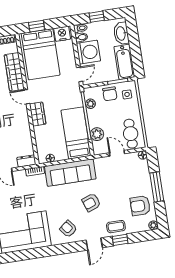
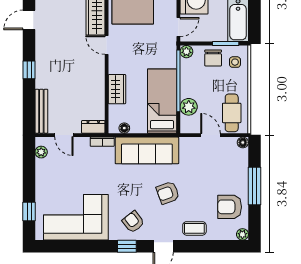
plant: (90, 104) -> (186, 52), moved
wardrobe: (38, 114) -> (117, 89), moved
window: (120, 240) -> (127, 246), moved

